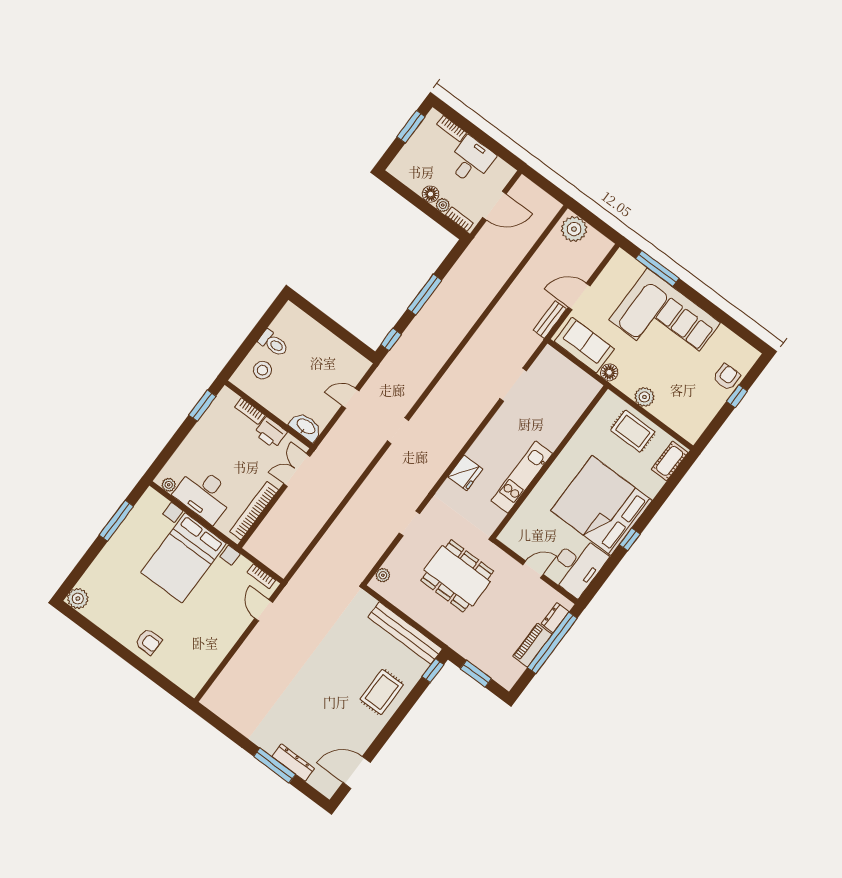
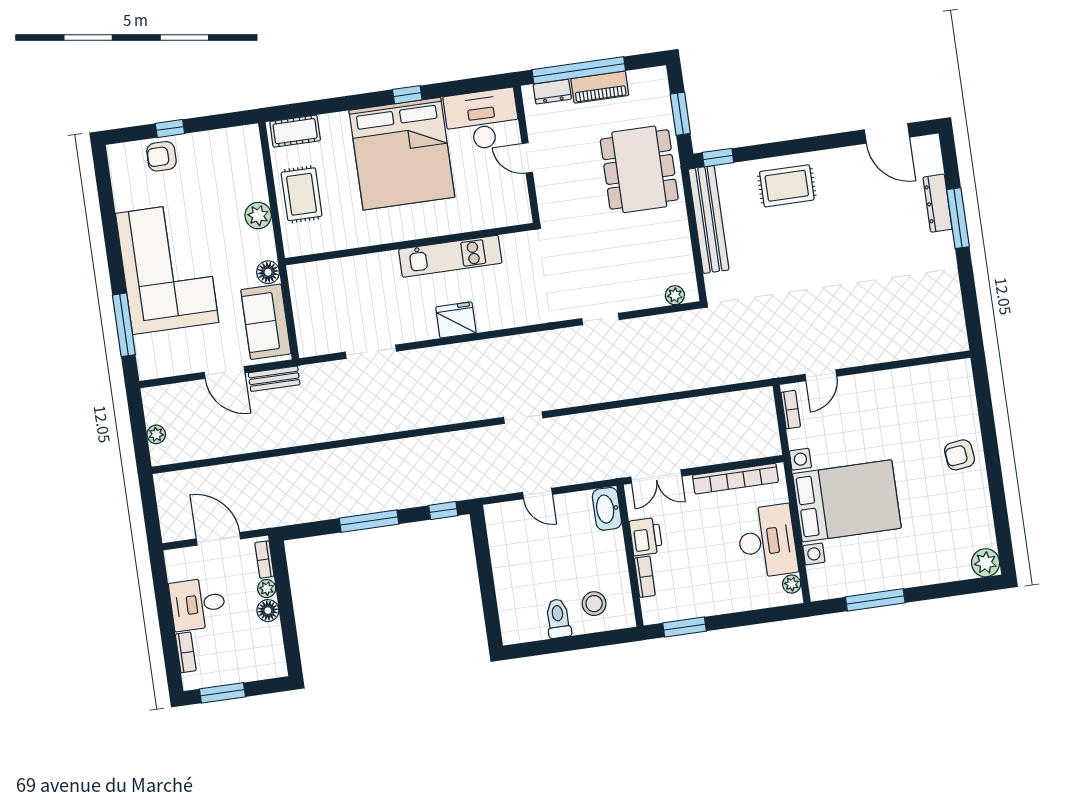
plant: (574, 229) -> (156, 434), width x0.53, depth x0.53
fridge: (465, 473) -> (456, 320), moved
dining table: (457, 576) -> (639, 169), moved
armchair: (149, 642) -> (959, 455), turned -97

